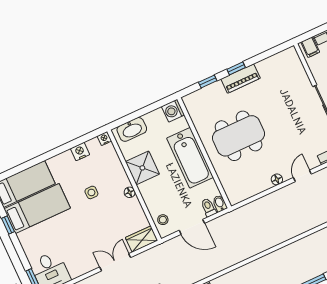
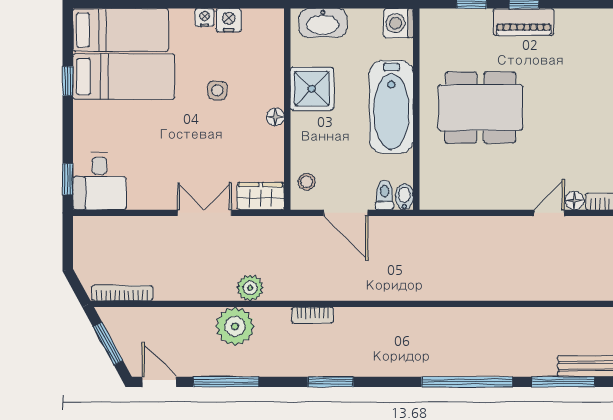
nightstand: (104, 139) -> (204, 17), moved
floor lamp: (277, 179) -> (574, 201), moved

